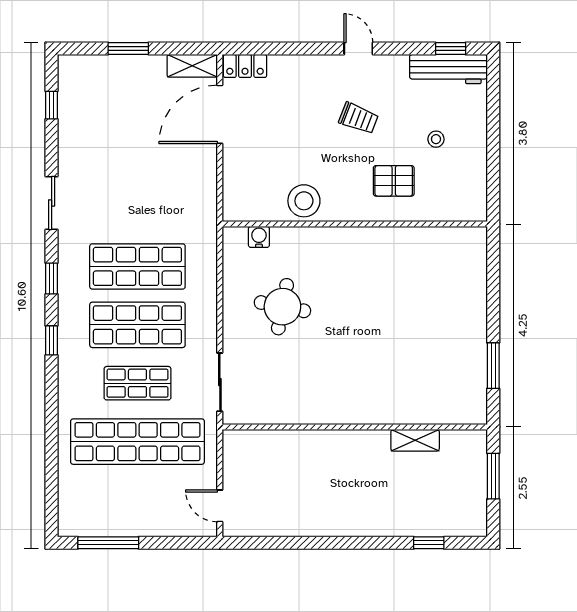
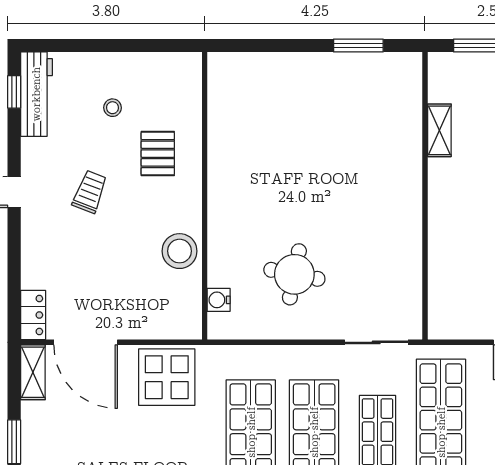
display table: (188, 189) -> (167, 377), added

